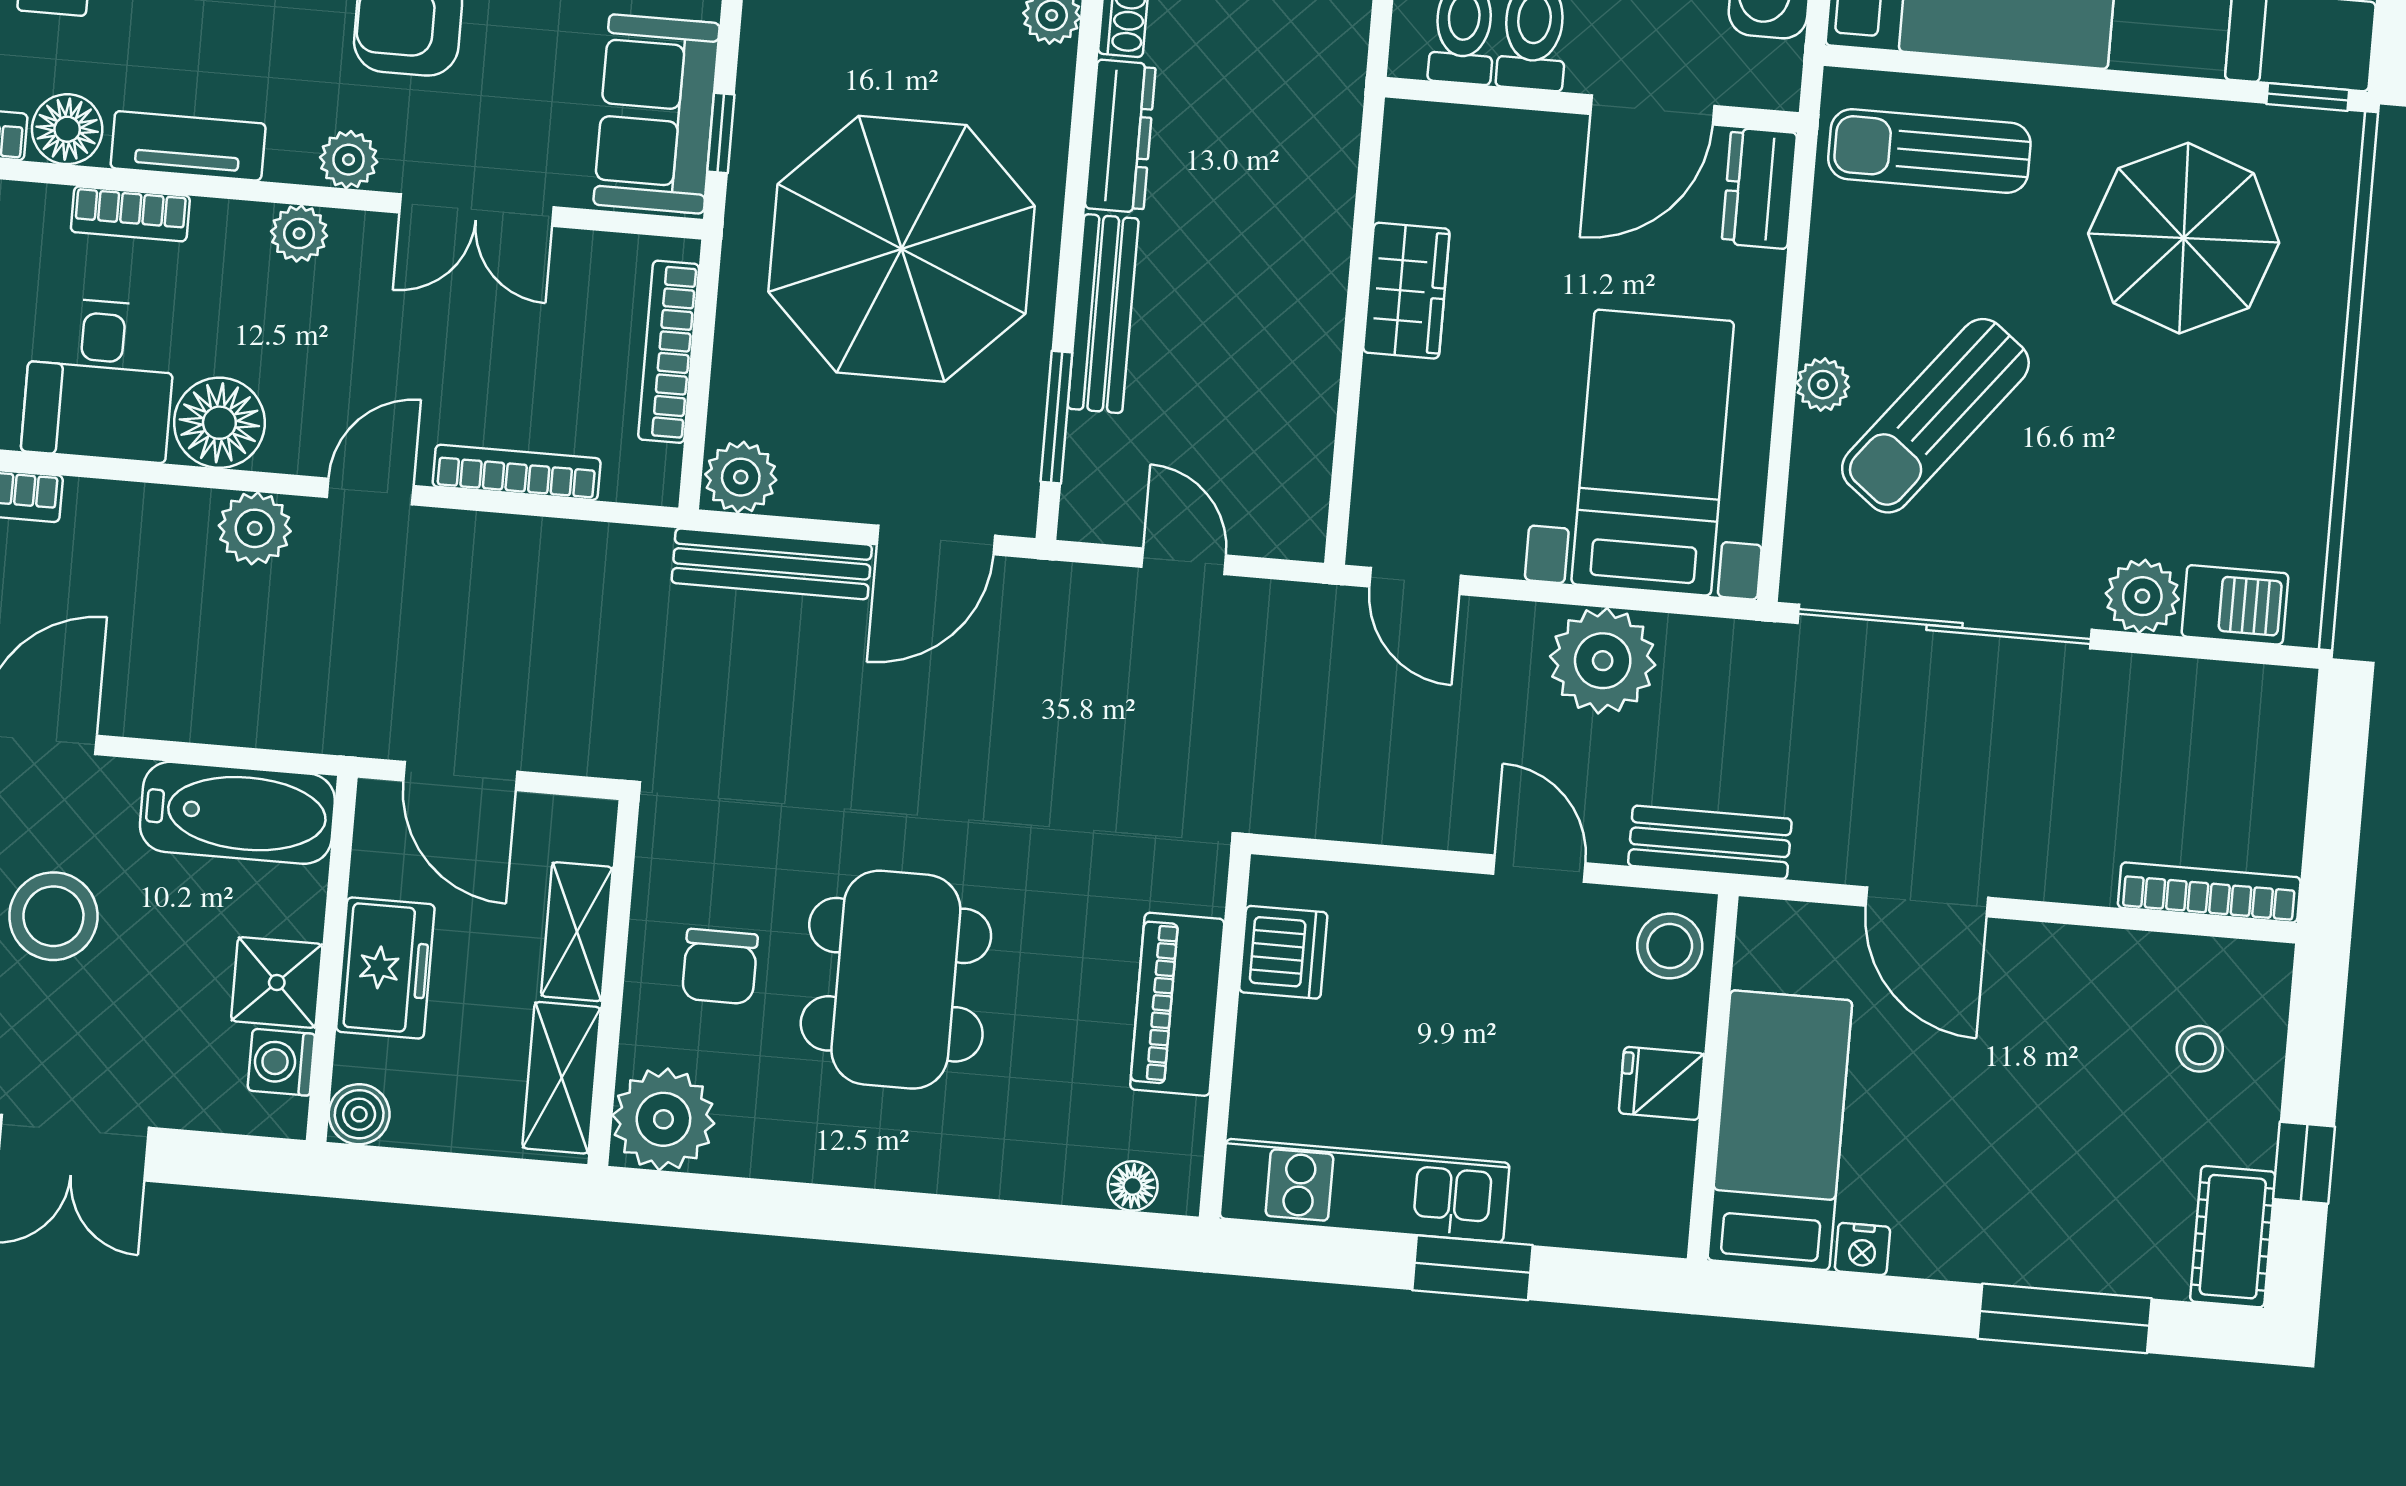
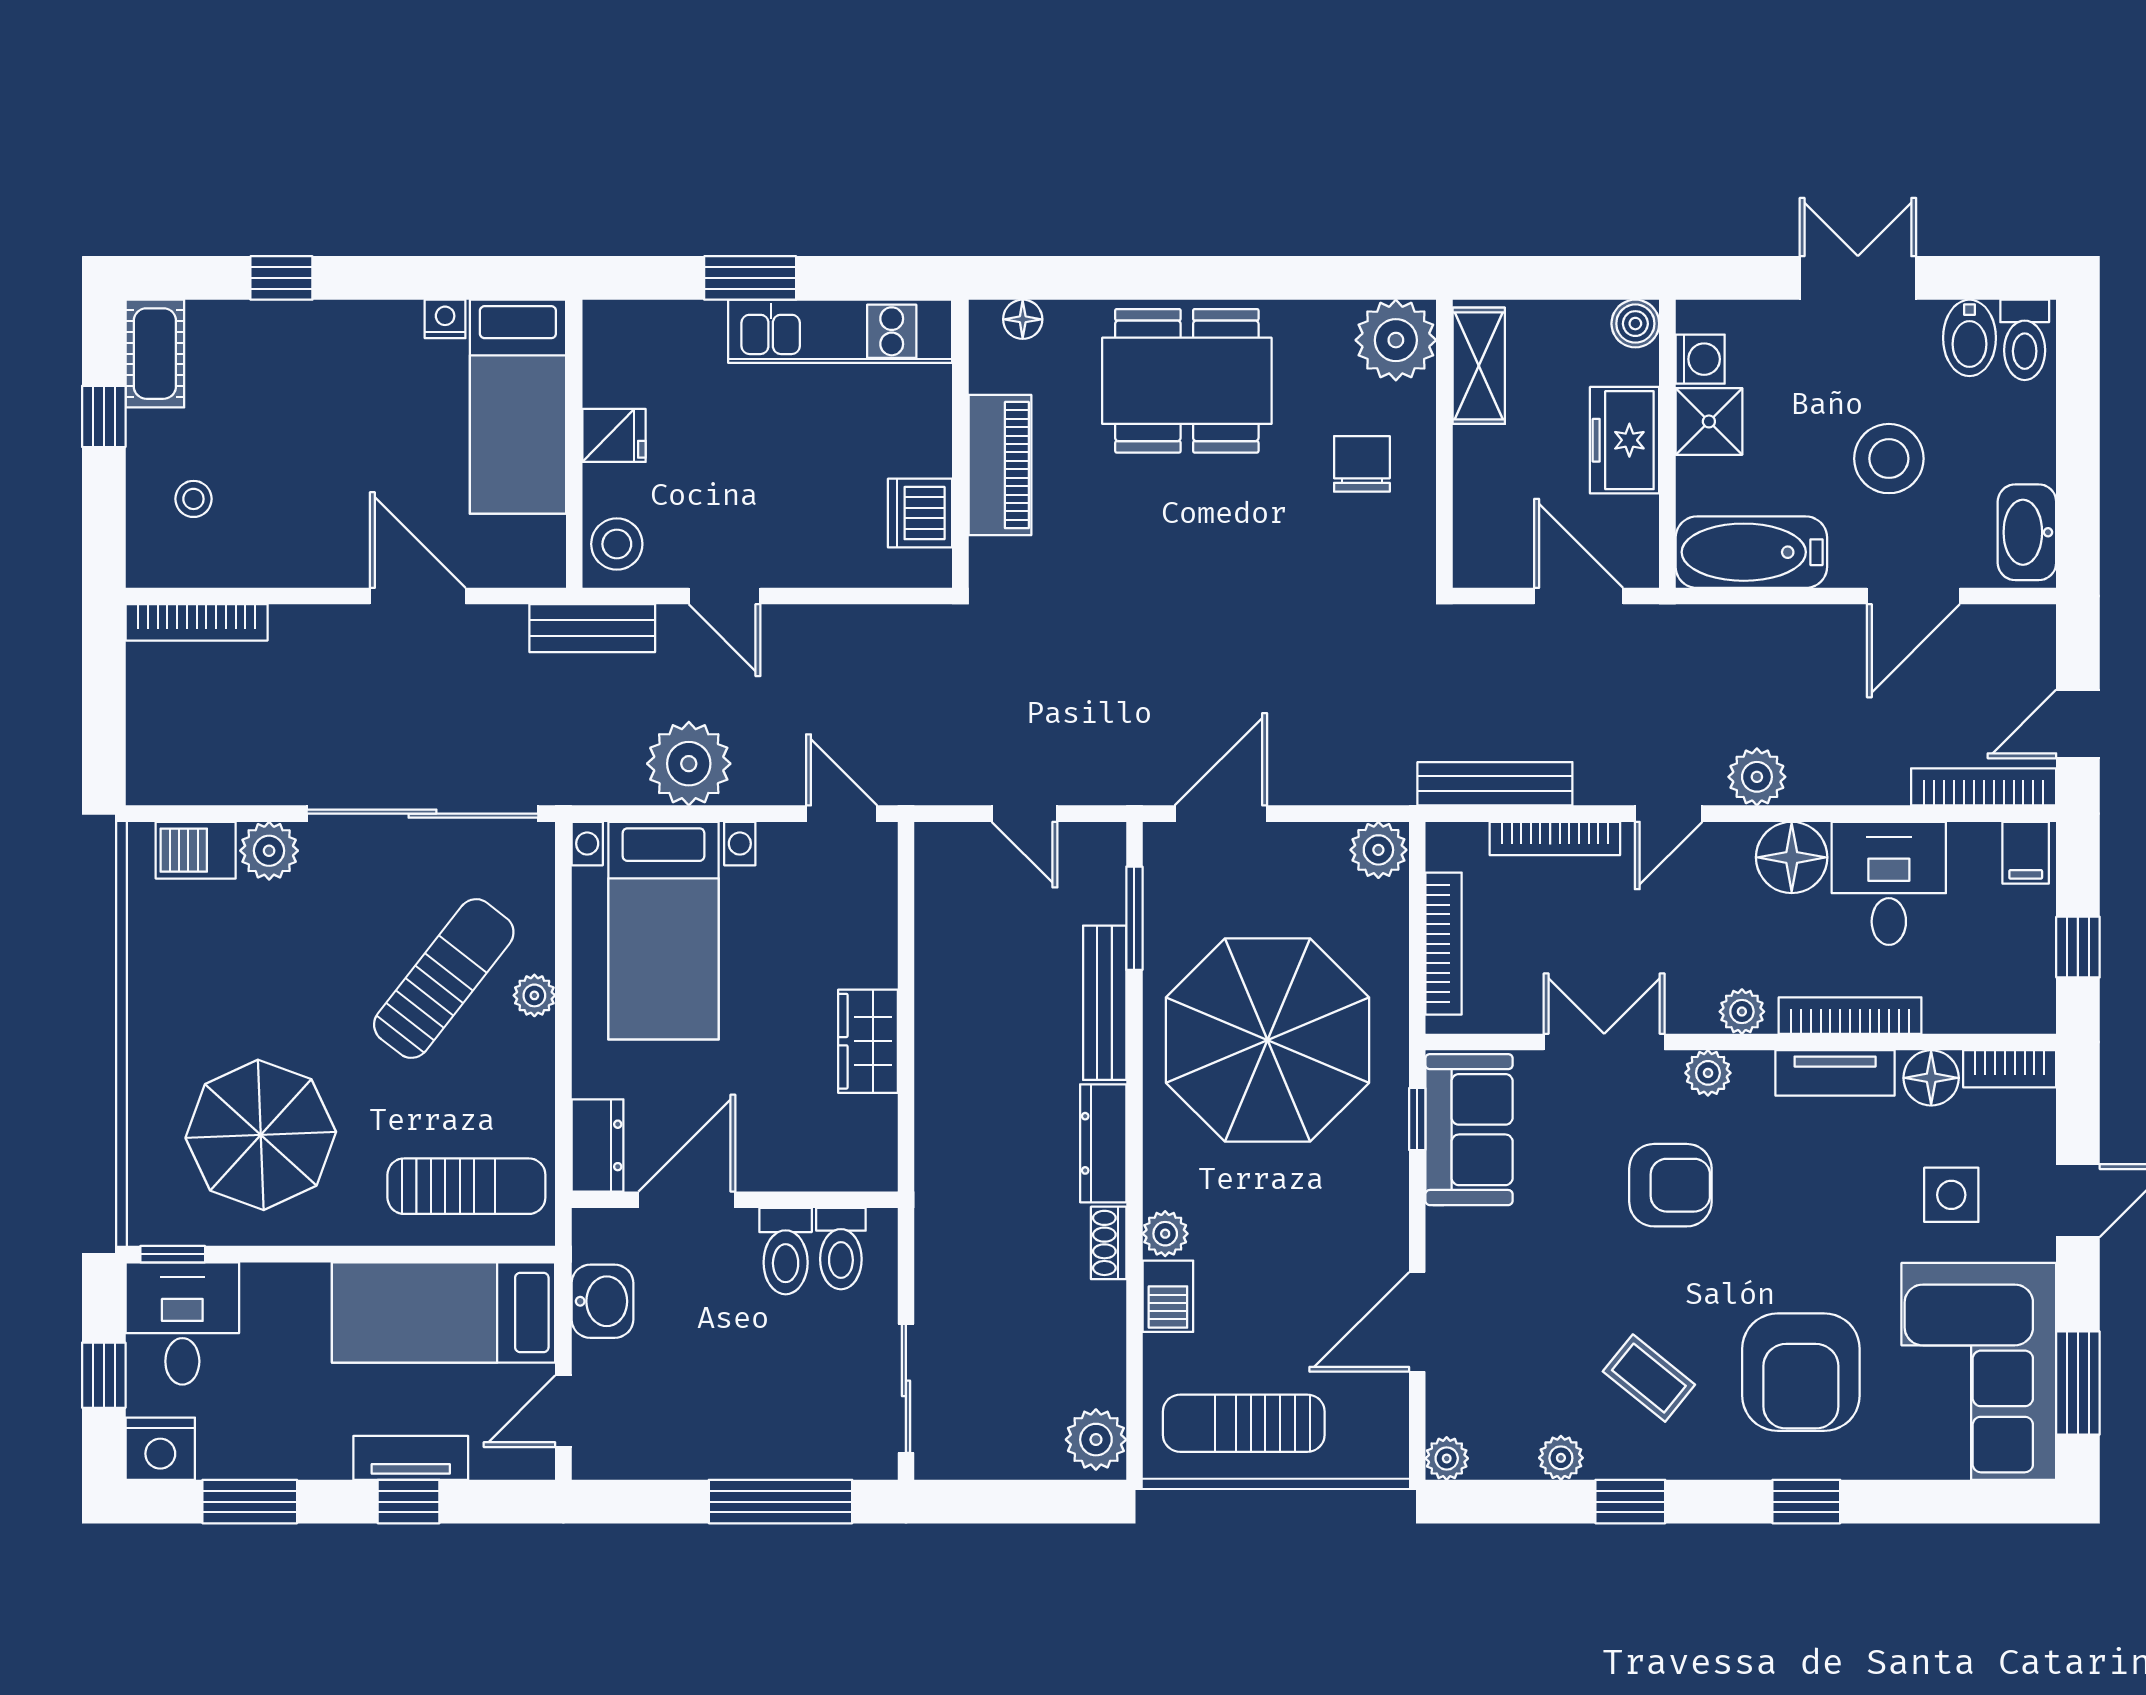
bookcase: (130, 214) -> (1850, 1016), width x1.56
bench: (772, 564) -> (1495, 784), moved
shelving: (577, 932) -> (1477, 482), removed
dining table: (896, 980) -> (1187, 381), moved, turned 90
window: (2065, 1318) -> (281, 278), width x0.46

